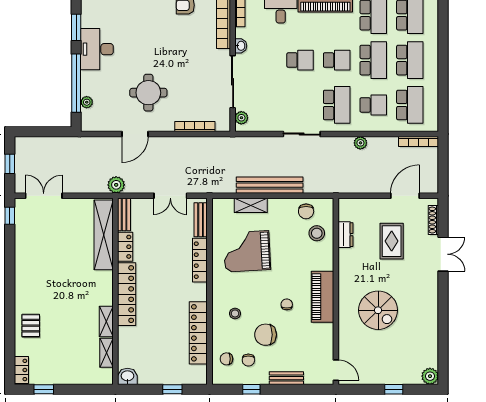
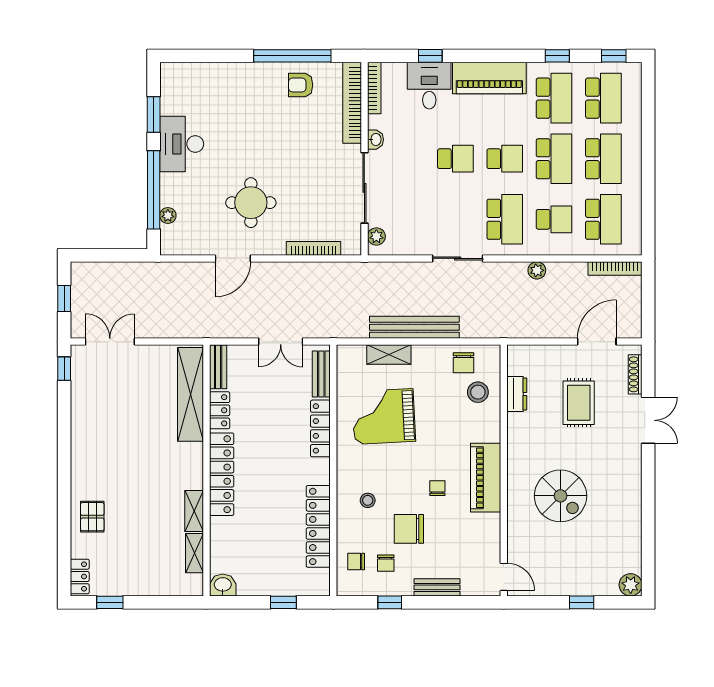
plant: (116, 185) -> (208, 327), removed

